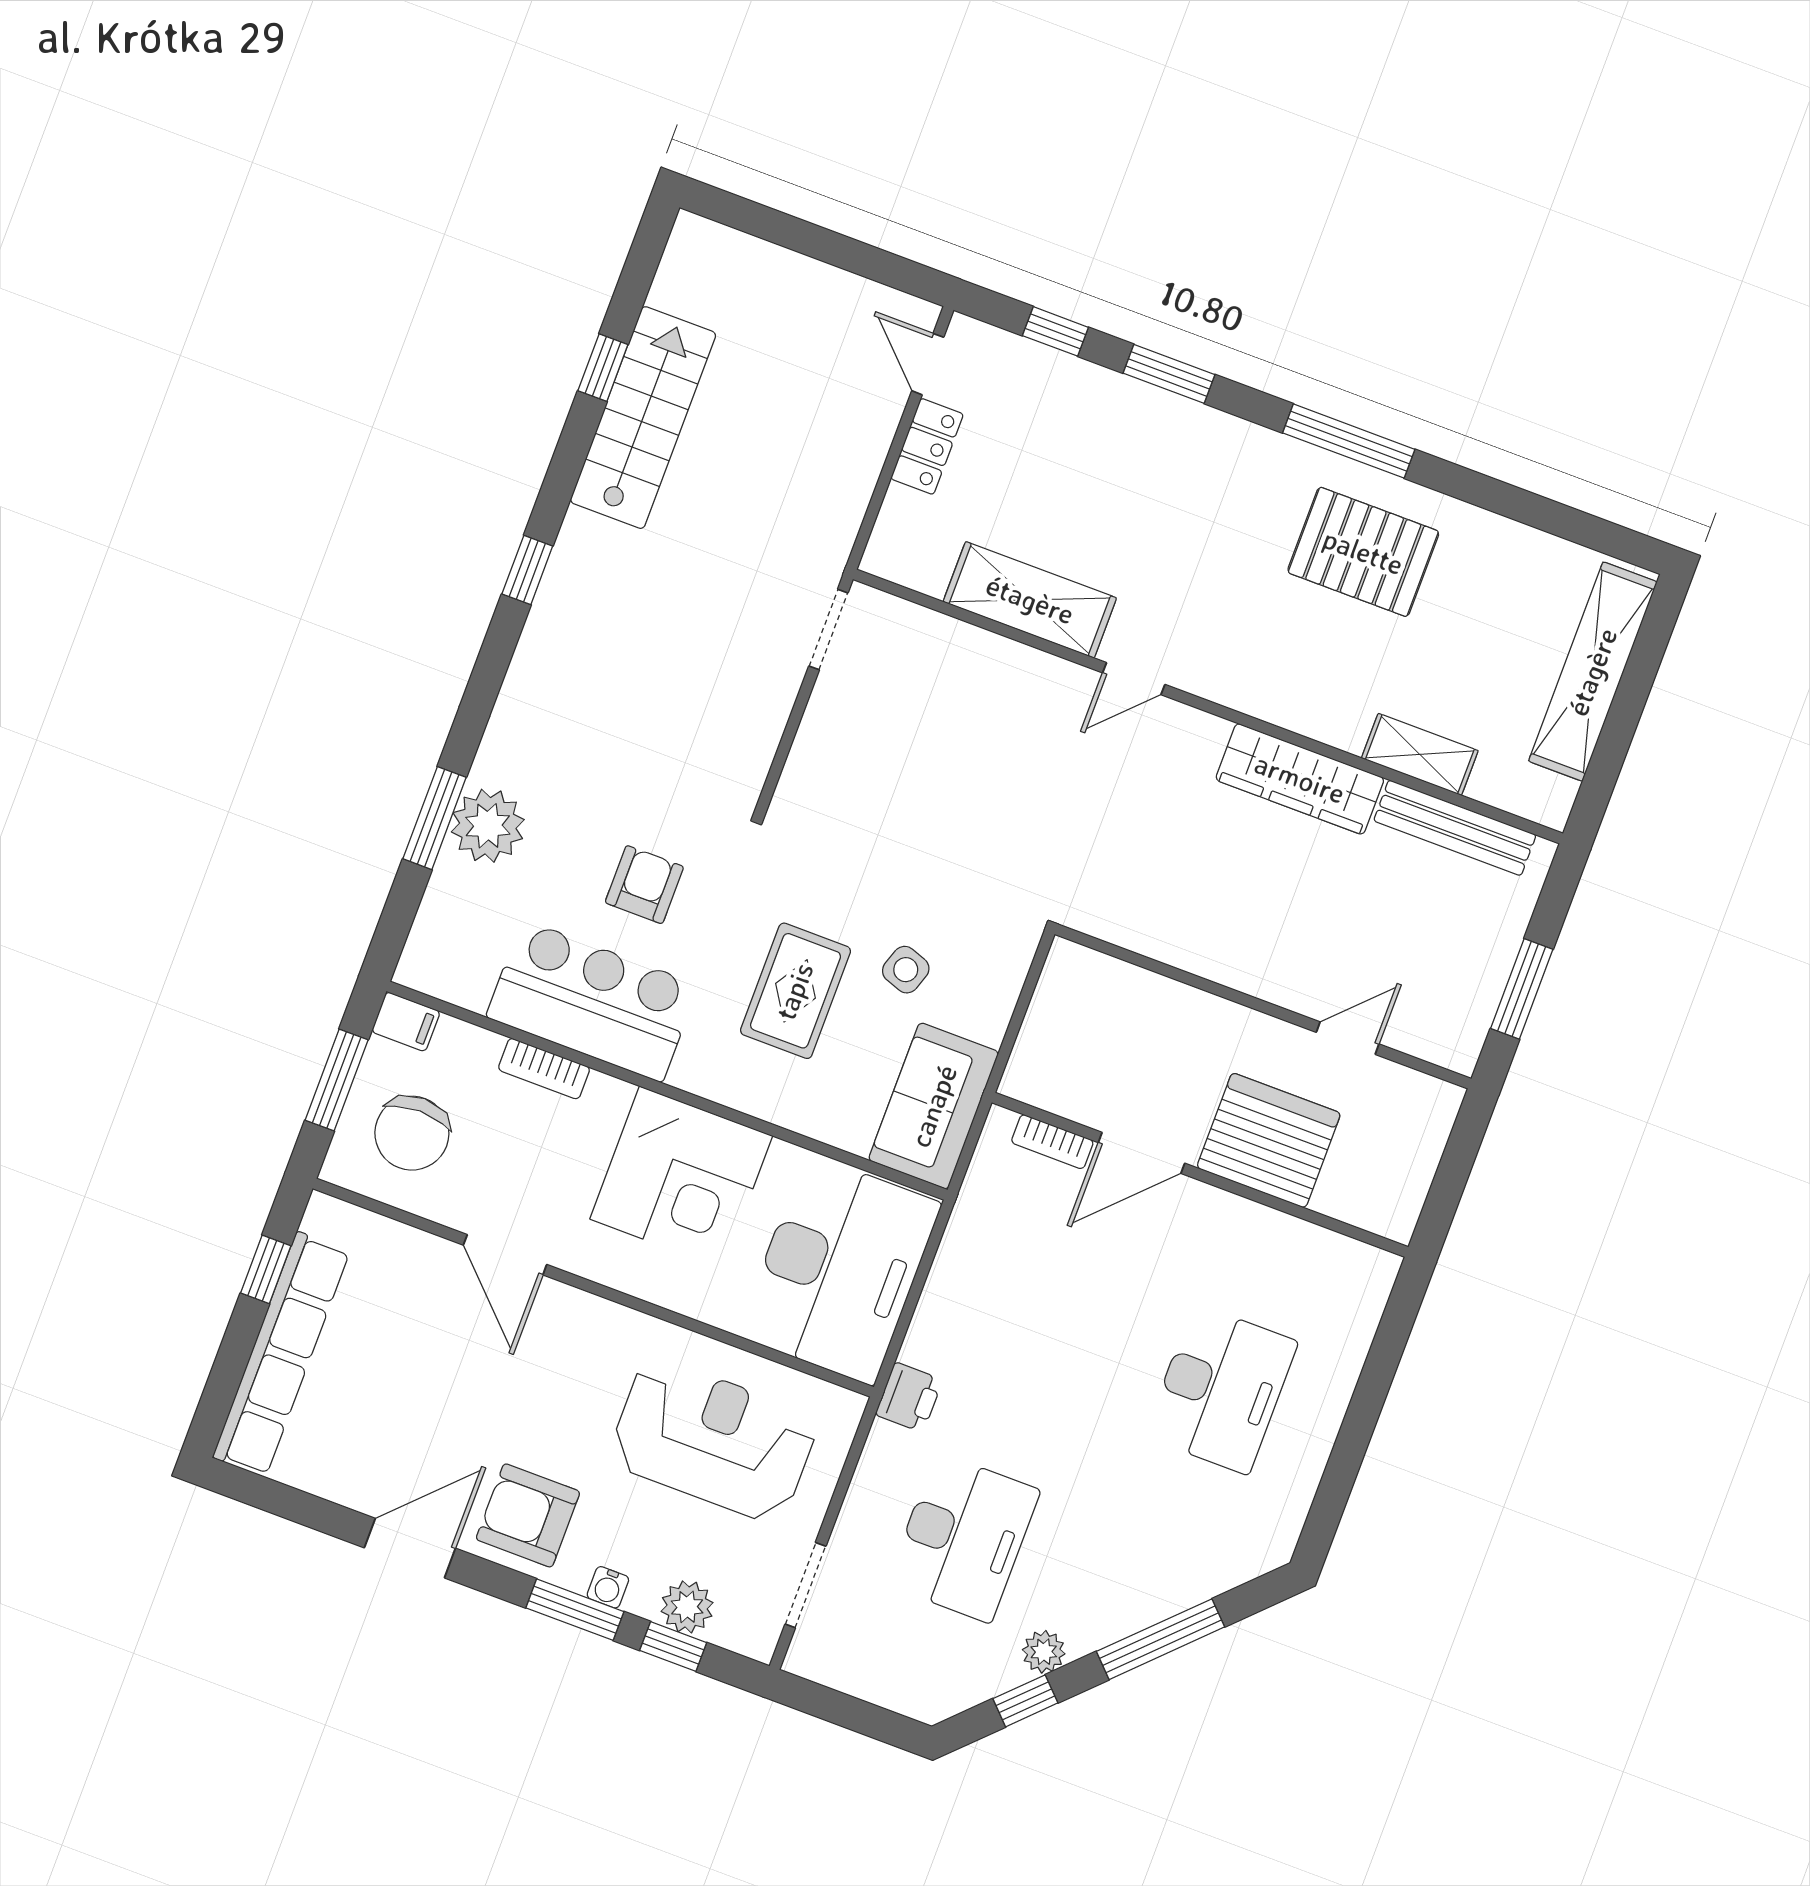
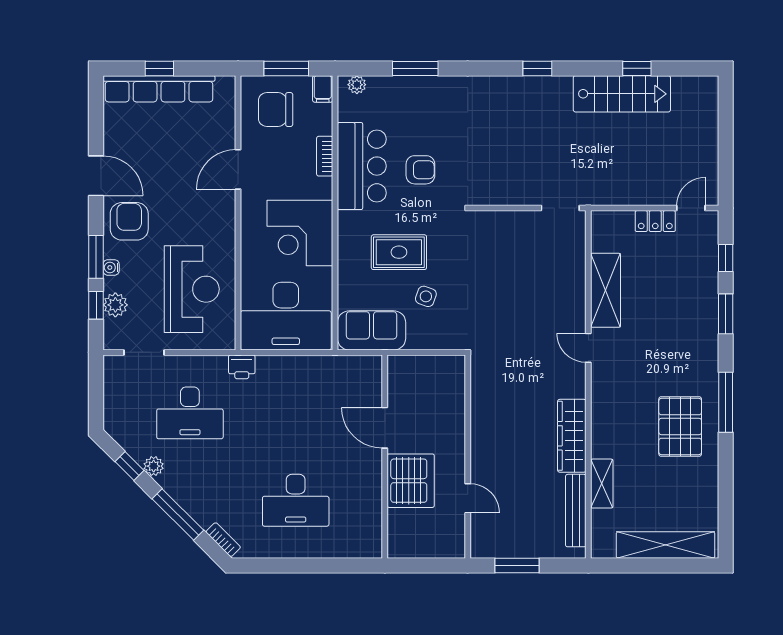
plant: (488, 826) -> (357, 85), moved, width x0.53, depth x0.53
bookcase: (1052, 1142) -> (223, 540), moved, turned 135
window: (266, 1269) -> (159, 68), moved

